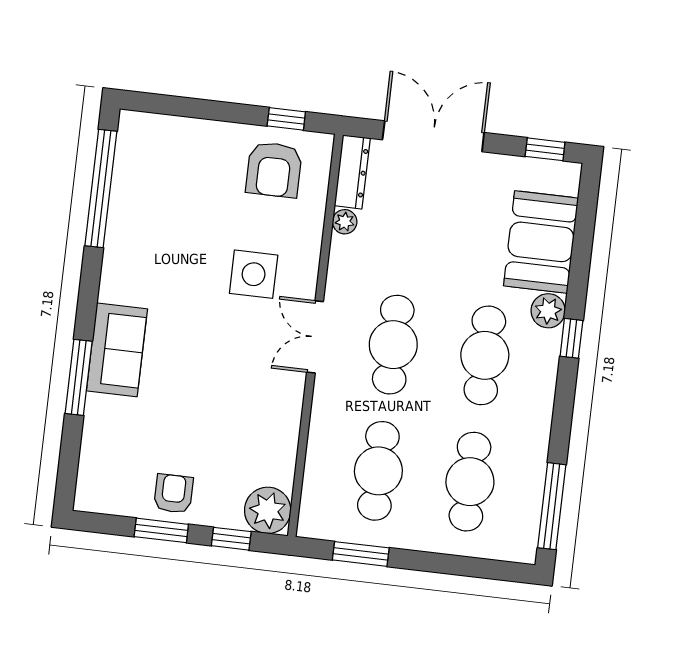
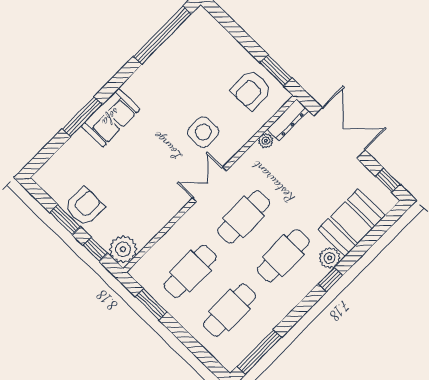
window: (286, 119) -> (276, 70), width x1.50
armchair: (173, 494) -> (84, 207), width x1.38, depth x1.38

